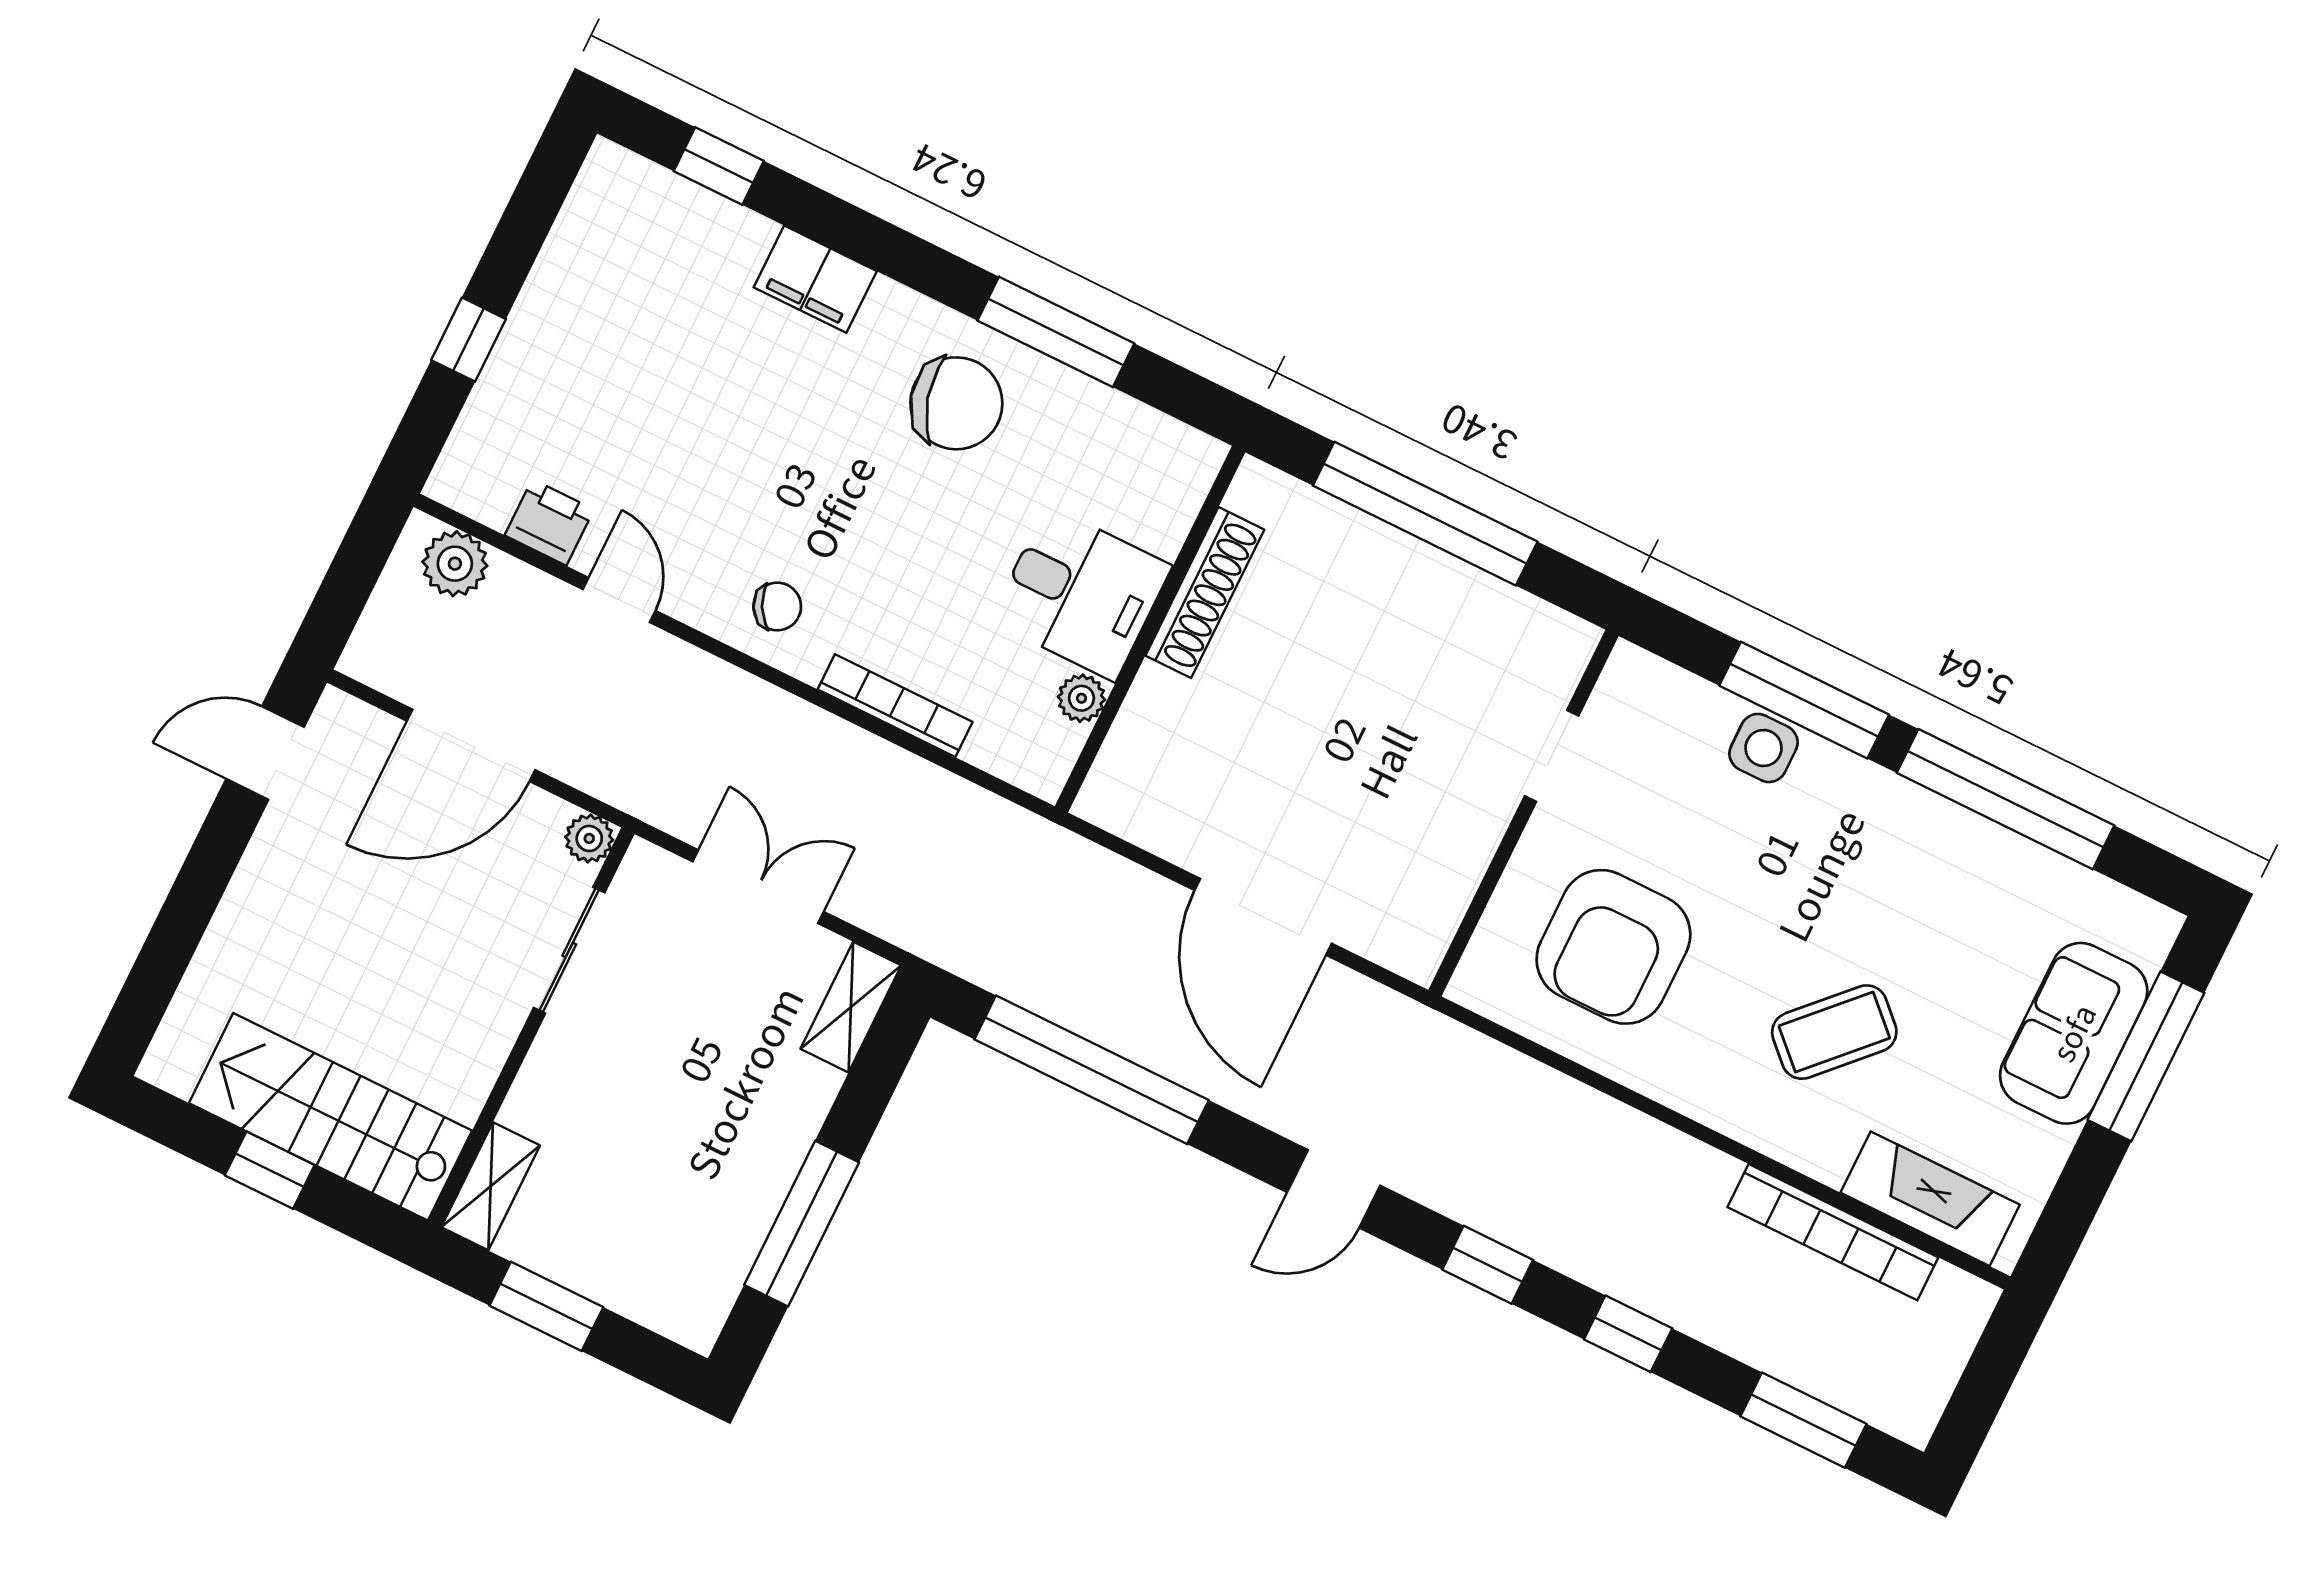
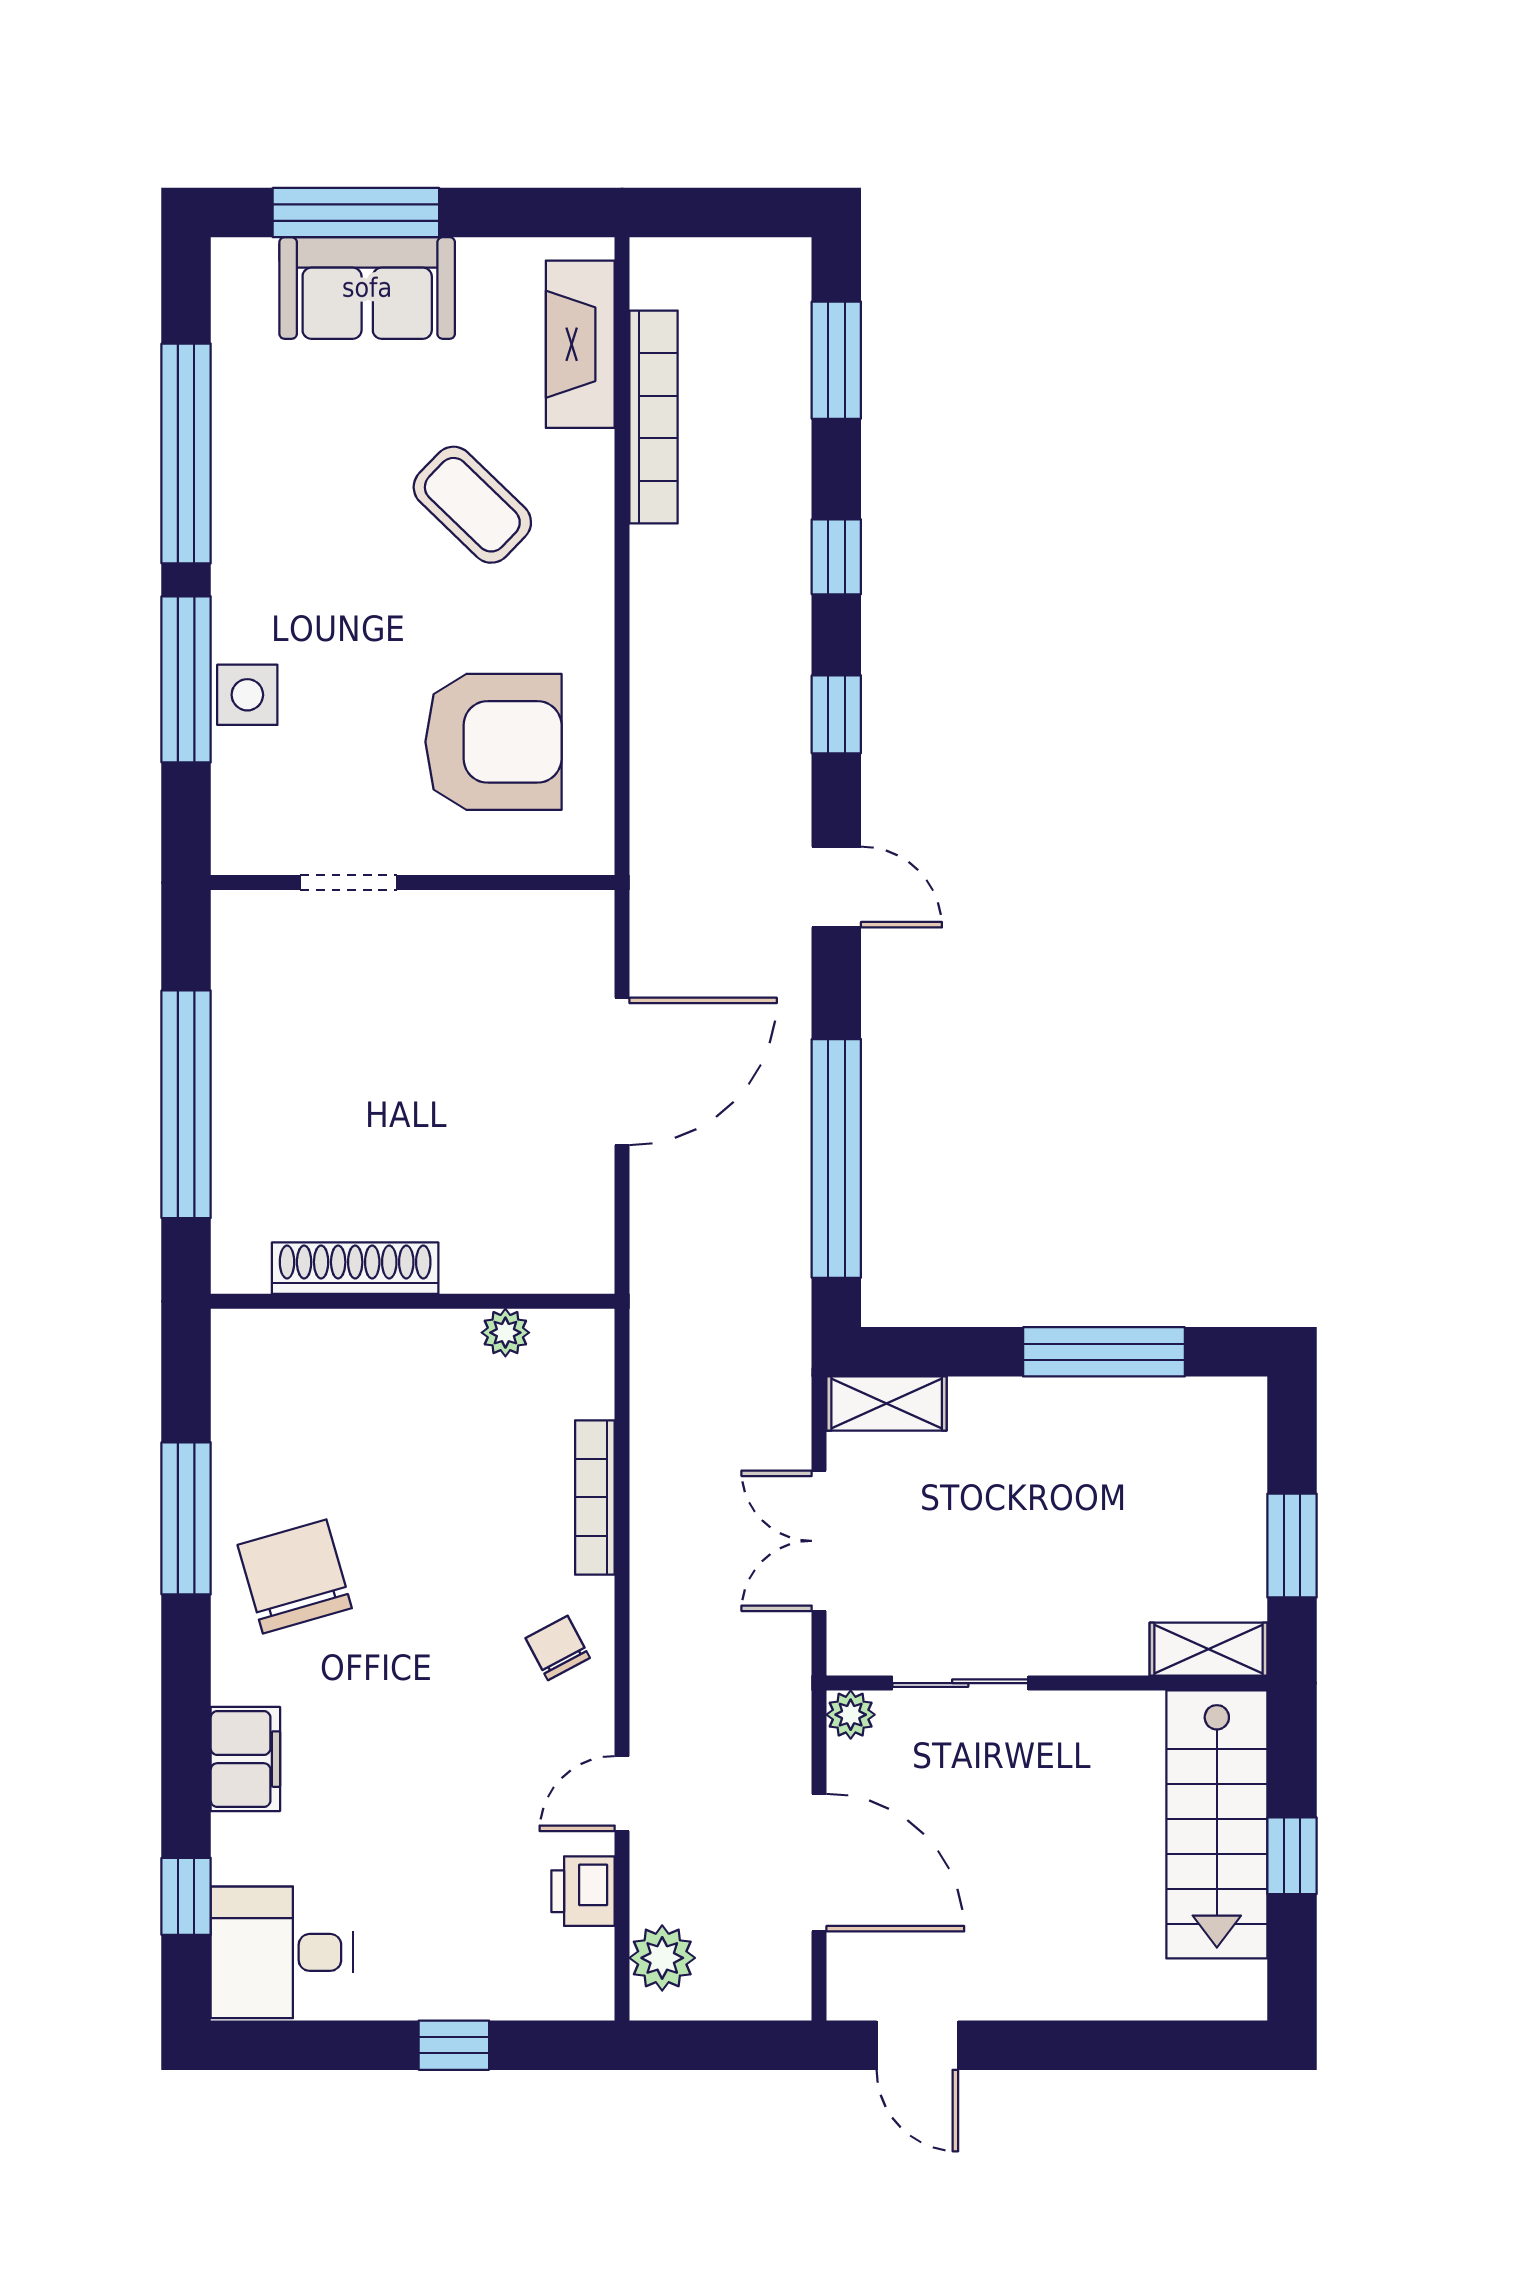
desk: (1081, 593) -> (282, 1952), moved, turned -90

